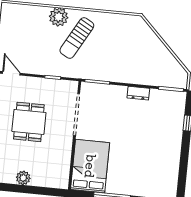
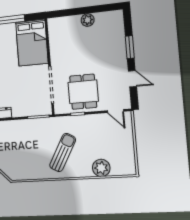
plant: (59, 17) -> (101, 168), moved
dining table: (29, 122) -> (83, 92), moved

